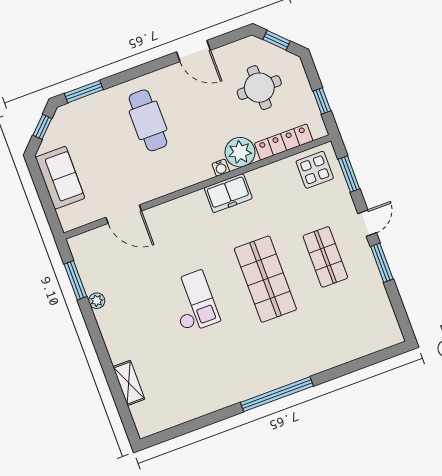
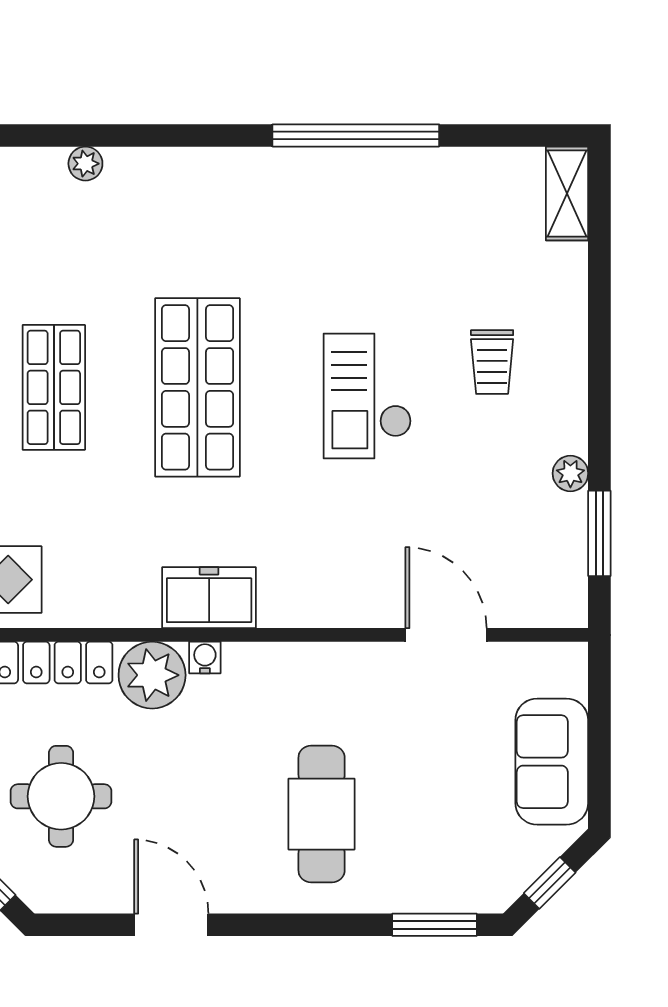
trolley: (147, 335) -> (492, 362), added
plant: (347, 355) -> (85, 164), added
shelving: (129, 383) -> (567, 193), moved
window: (277, 394) -> (356, 135), moved

